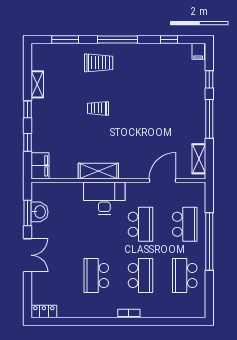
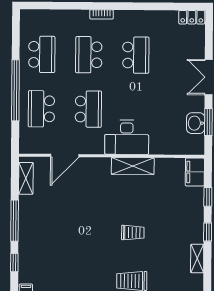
school desk: (141, 224) -> (88, 109), turned 180

